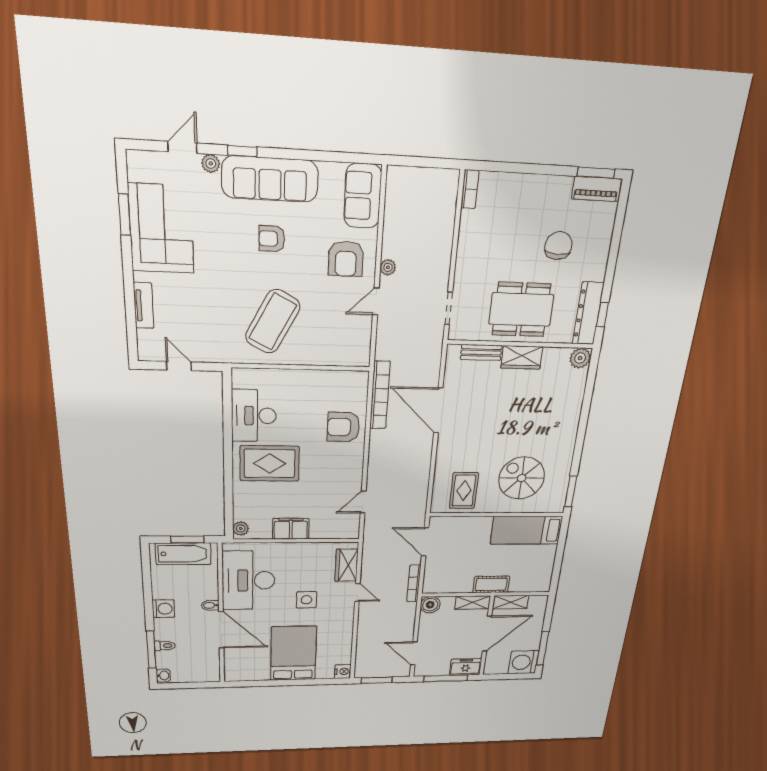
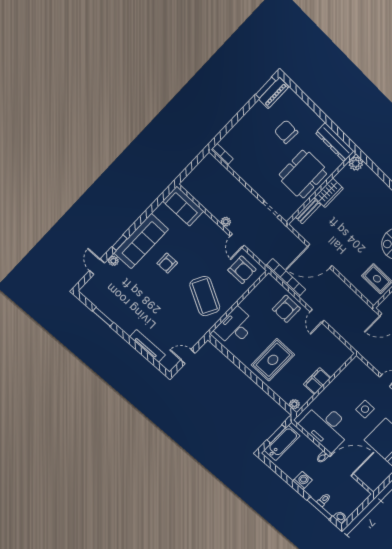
corner sofa: (161, 229) -> (122, 307), removed
armchair: (346, 259) -> (242, 270), moved
tv unit: (144, 306) -> (148, 346), width x1.41
window: (602, 315) -> (342, 135), removed
desk: (254, 416) -> (235, 327), moved, turned 90
door: (363, 502) -> (317, 316), moved
wardrobe: (347, 565) -> (364, 372), removed

